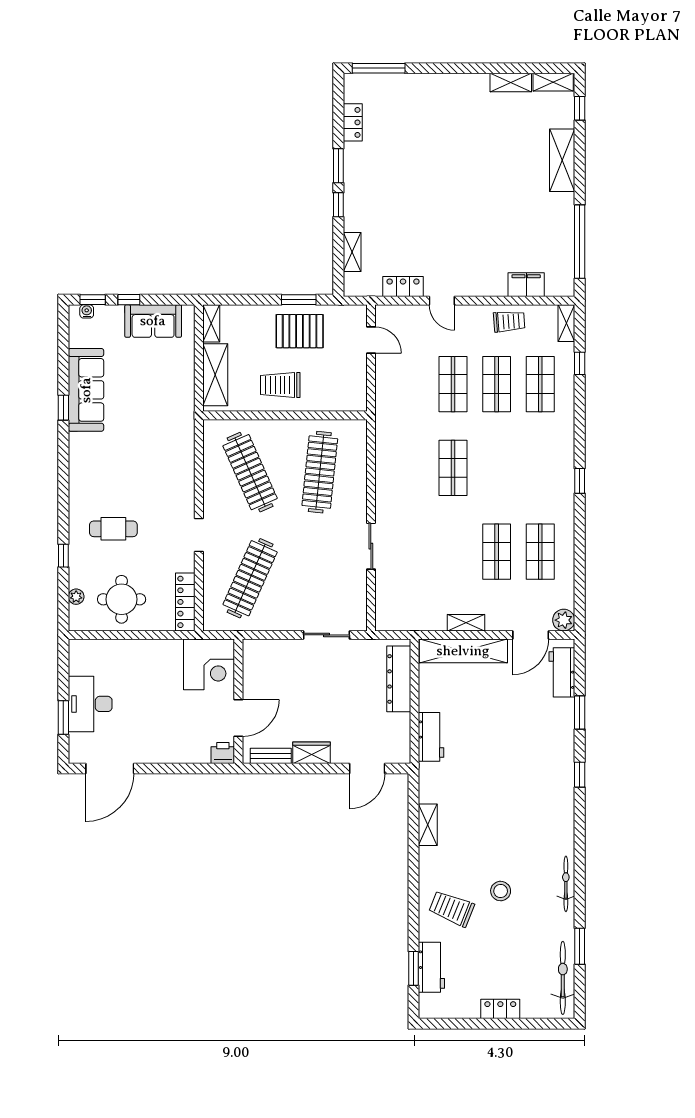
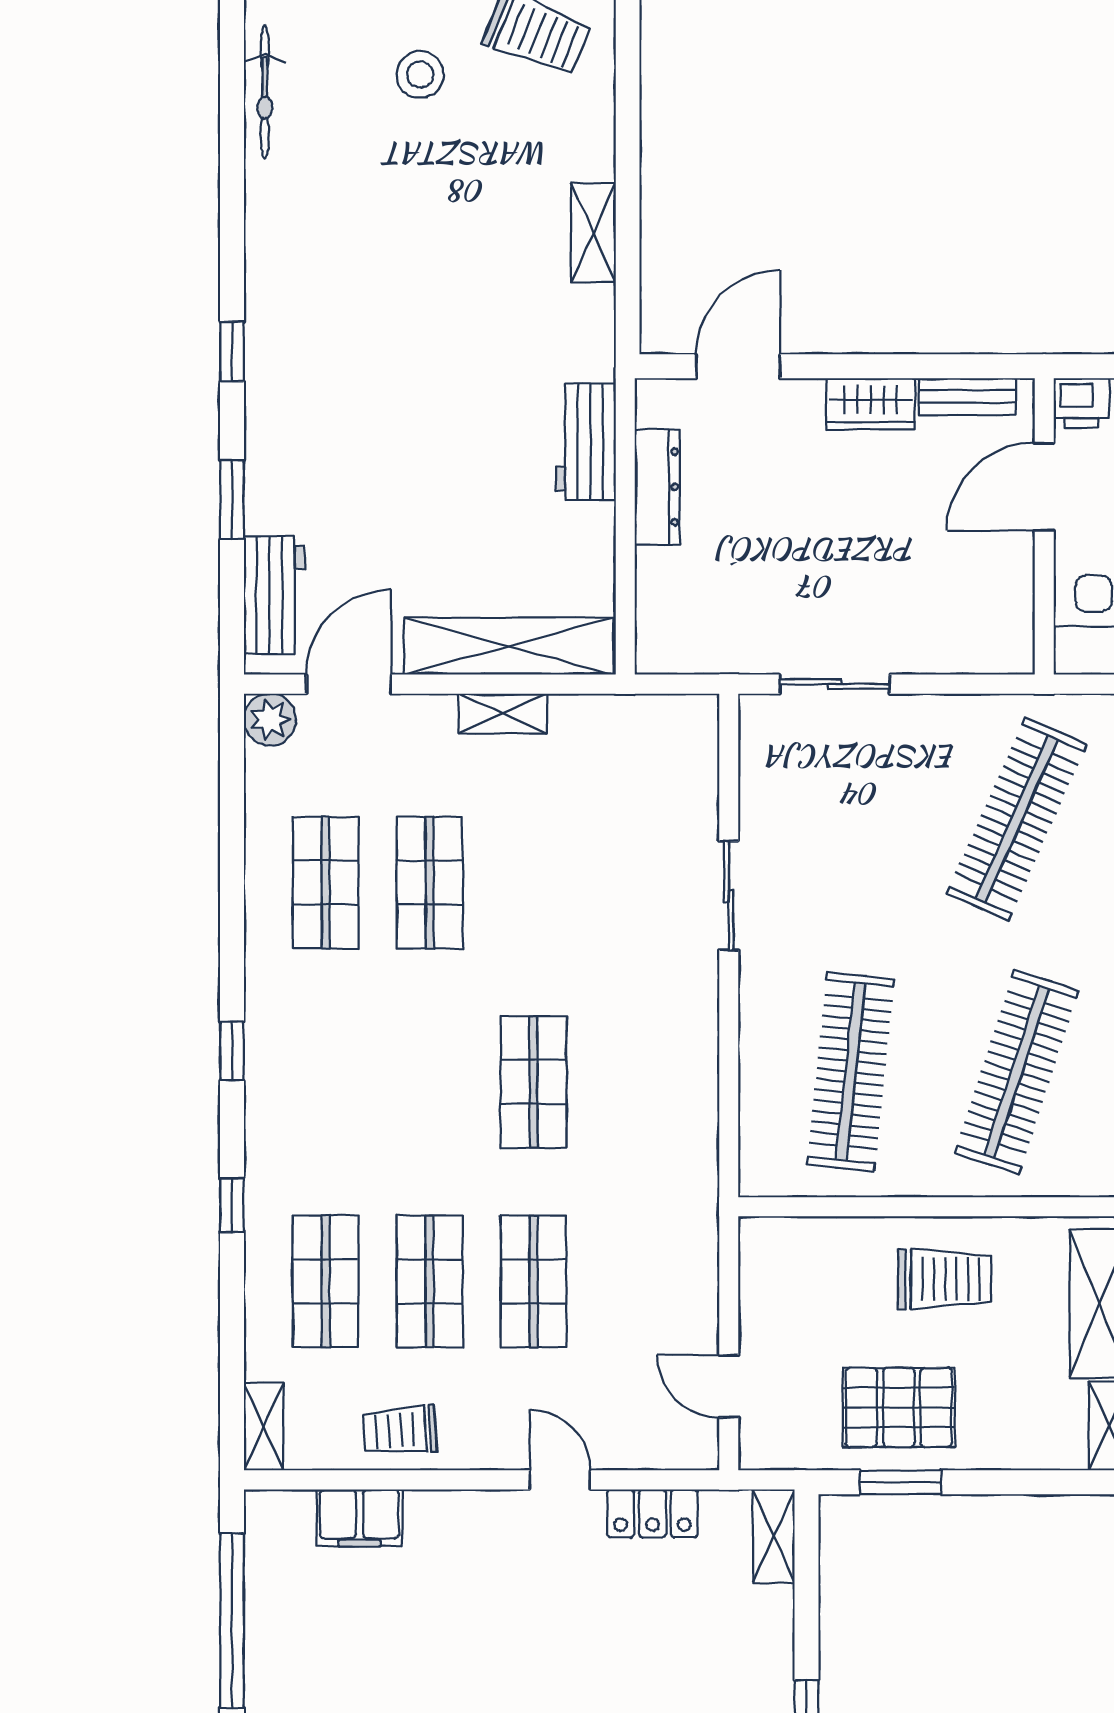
shelving: (352, 252) -> (774, 1536), moved
window: (580, 363) -> (232, 1205), moved
clothes rail: (250, 472) -> (1017, 1072), turned 42
dresser: (399, 679) -> (657, 487), moved, width x0.73, depth x0.80

